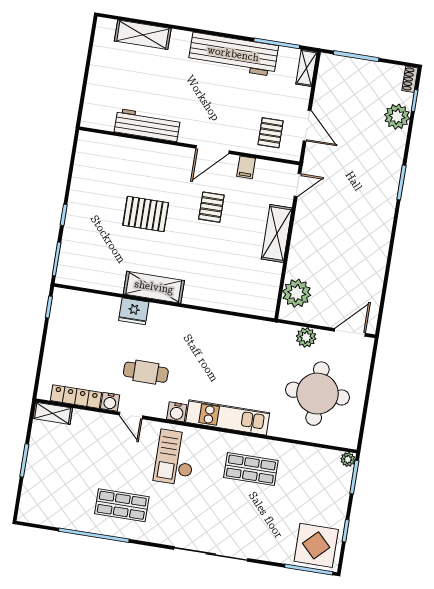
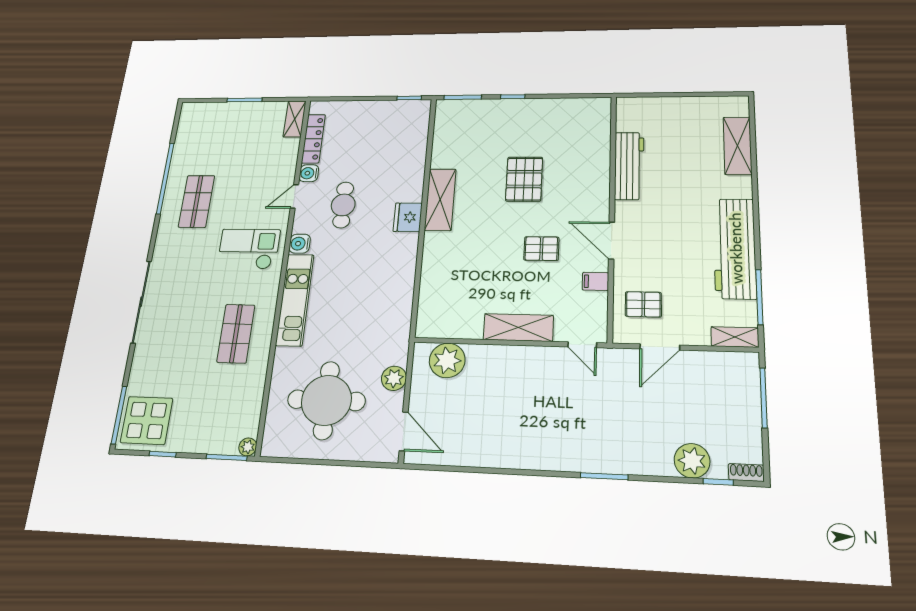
fridge: (134, 311) -> (408, 217), moved

